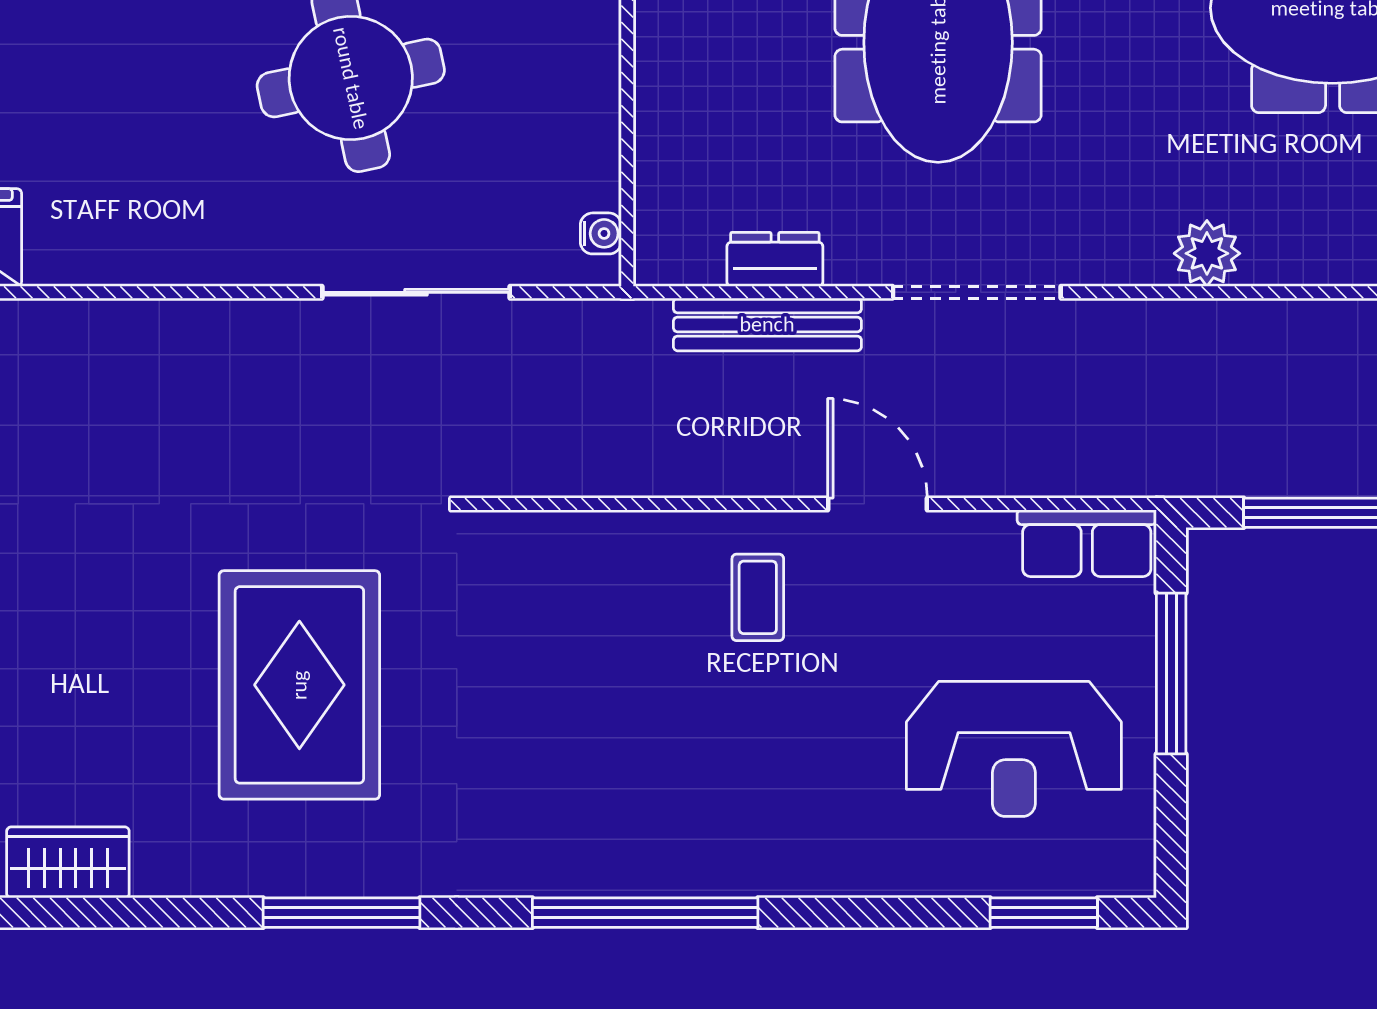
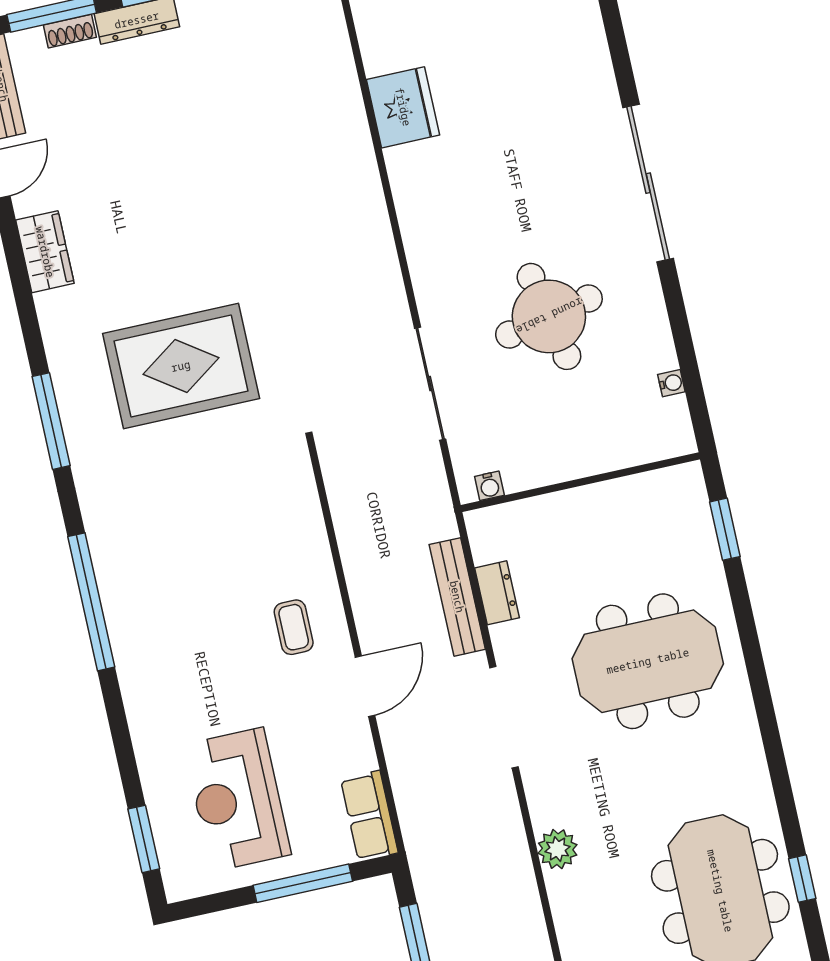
coffee table: (758, 597) -> (294, 627), turned 90

